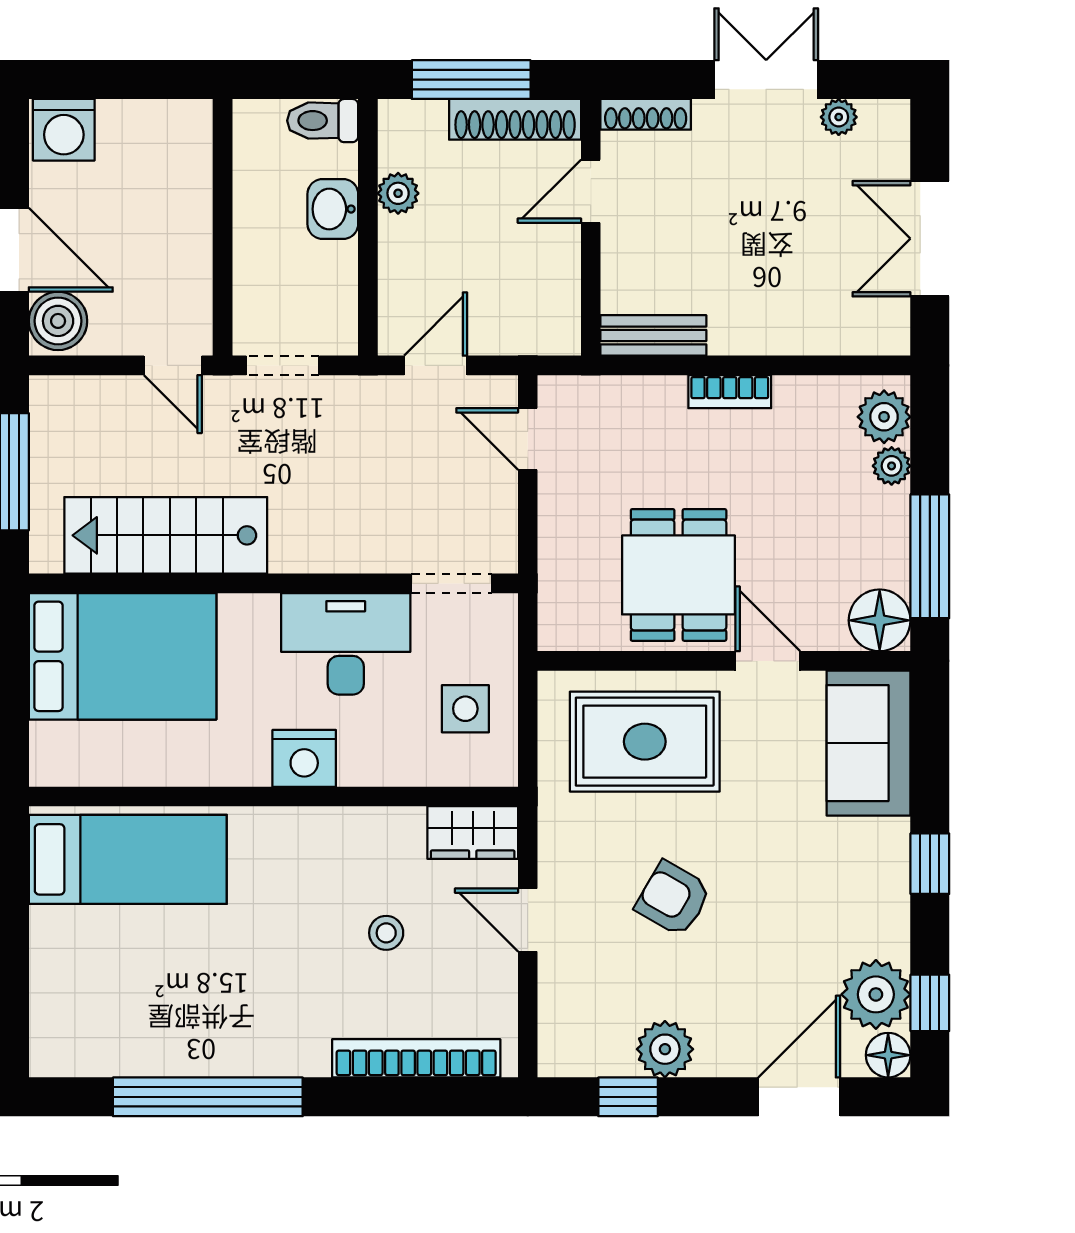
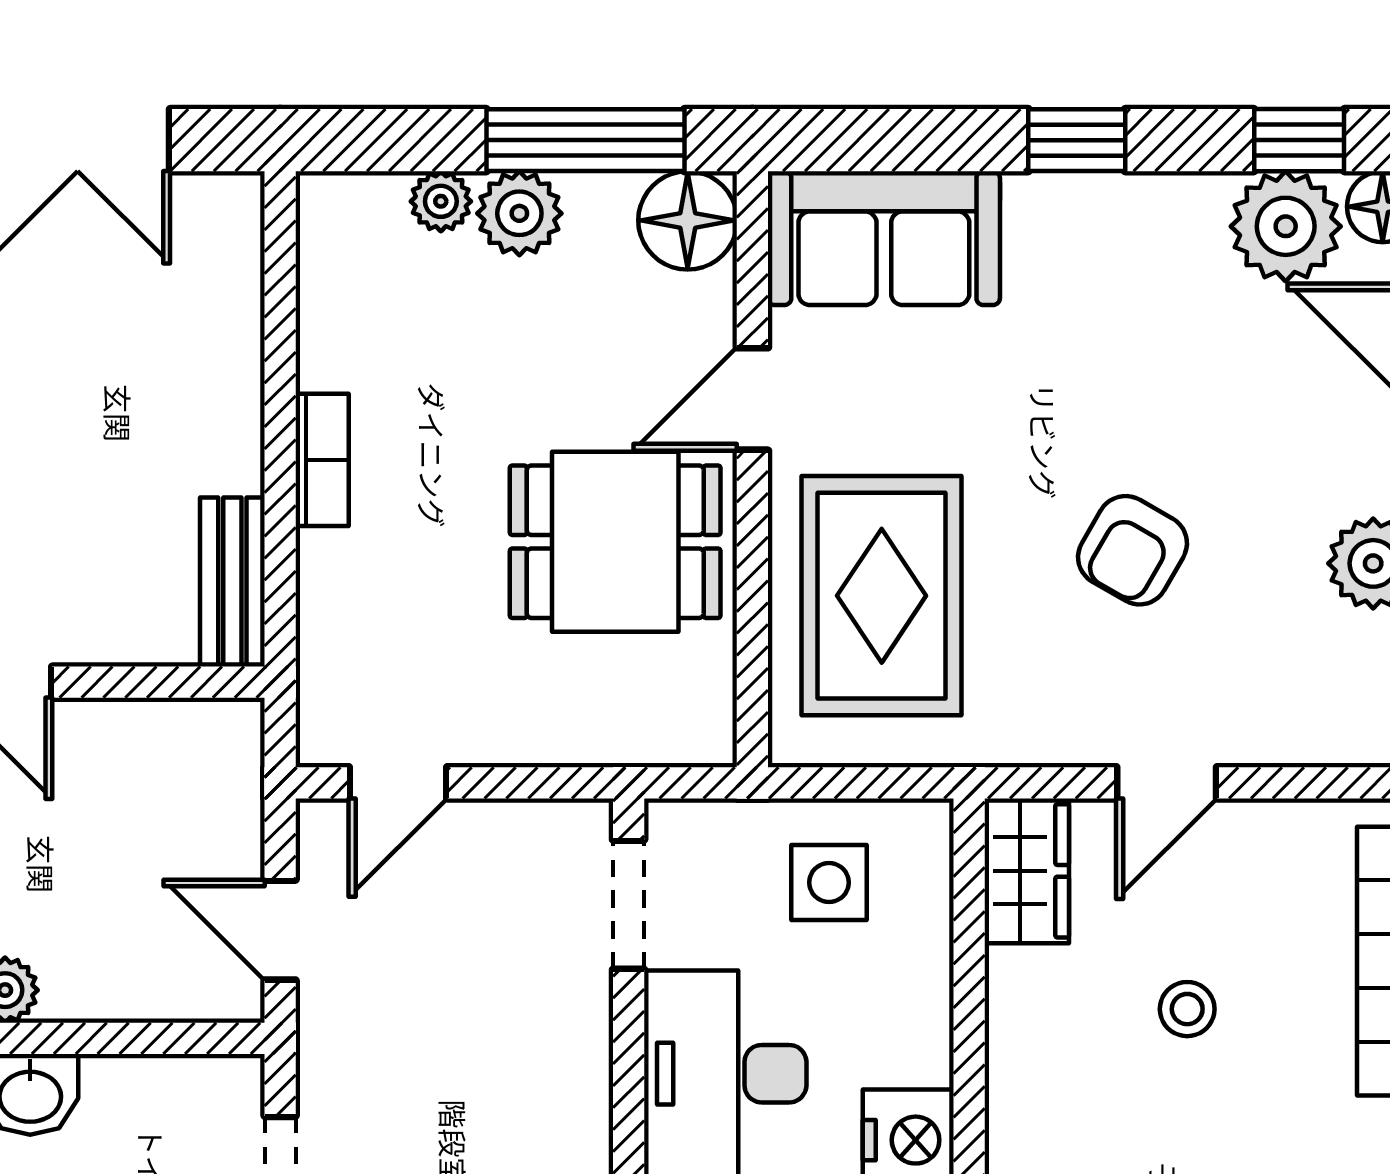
plant: (884, 417) -> (519, 213), moved

